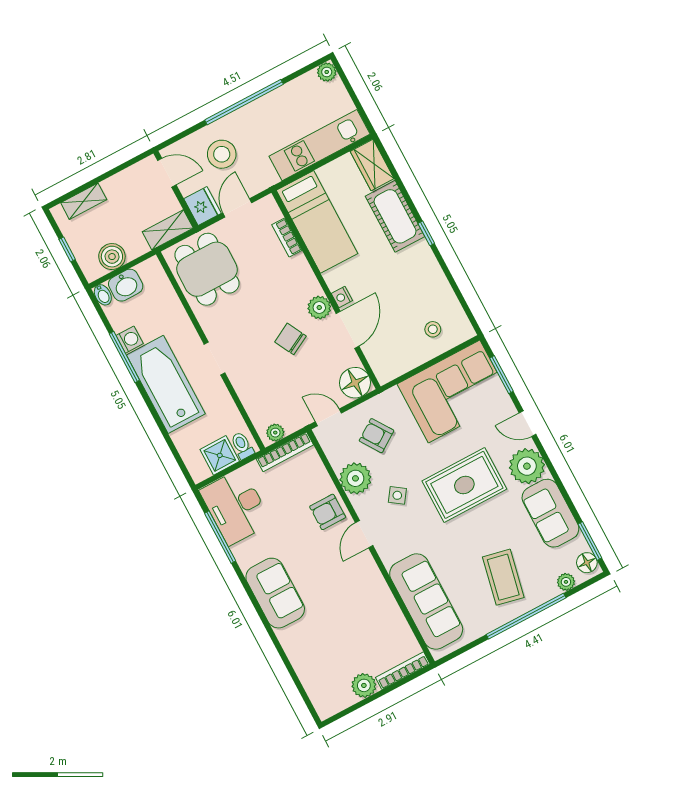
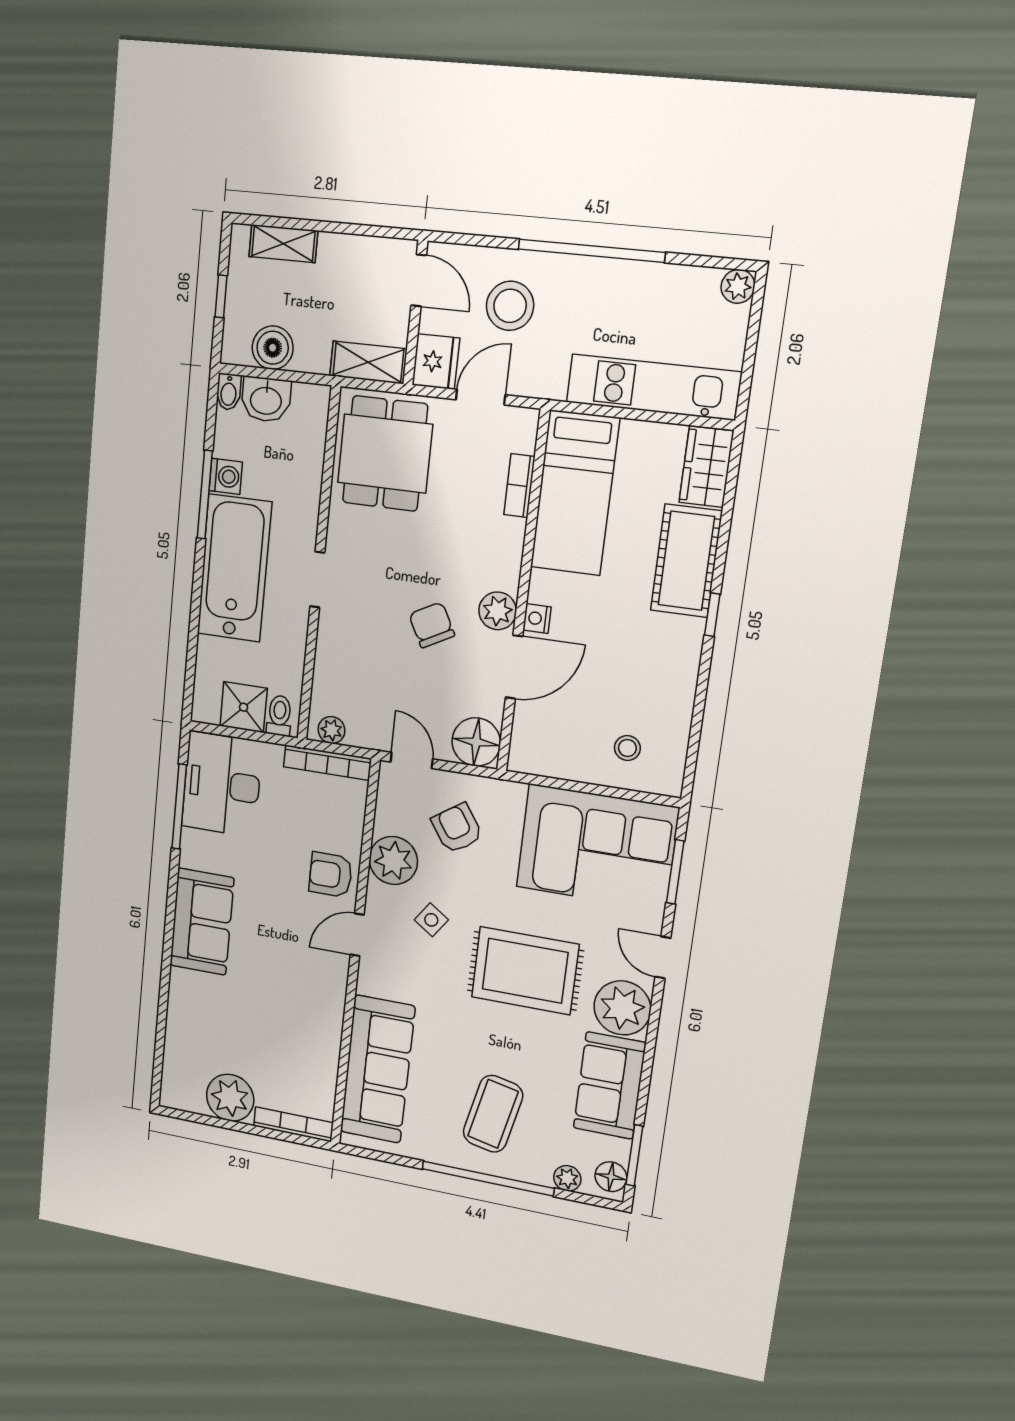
plant: (364, 685) -> (230, 1098), width x1.36, depth x1.36

